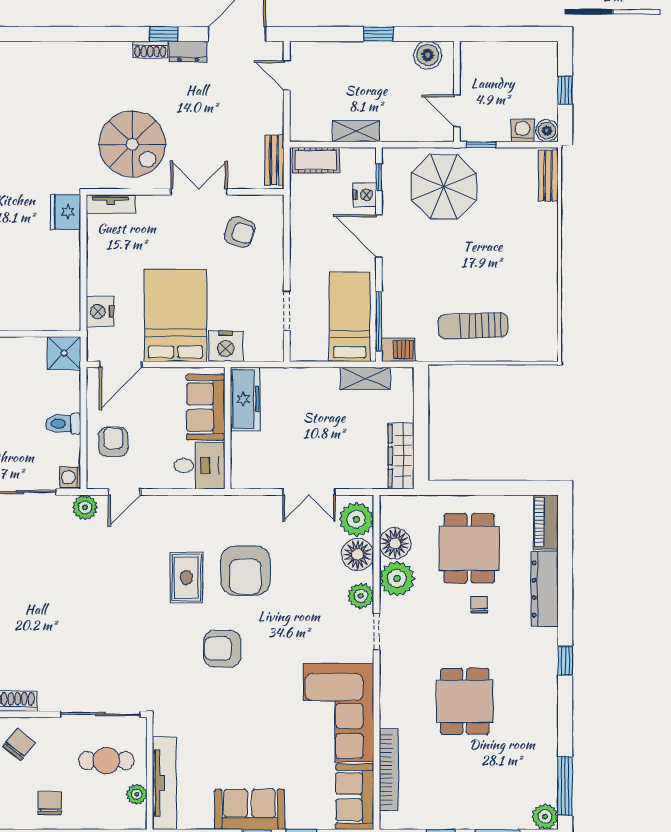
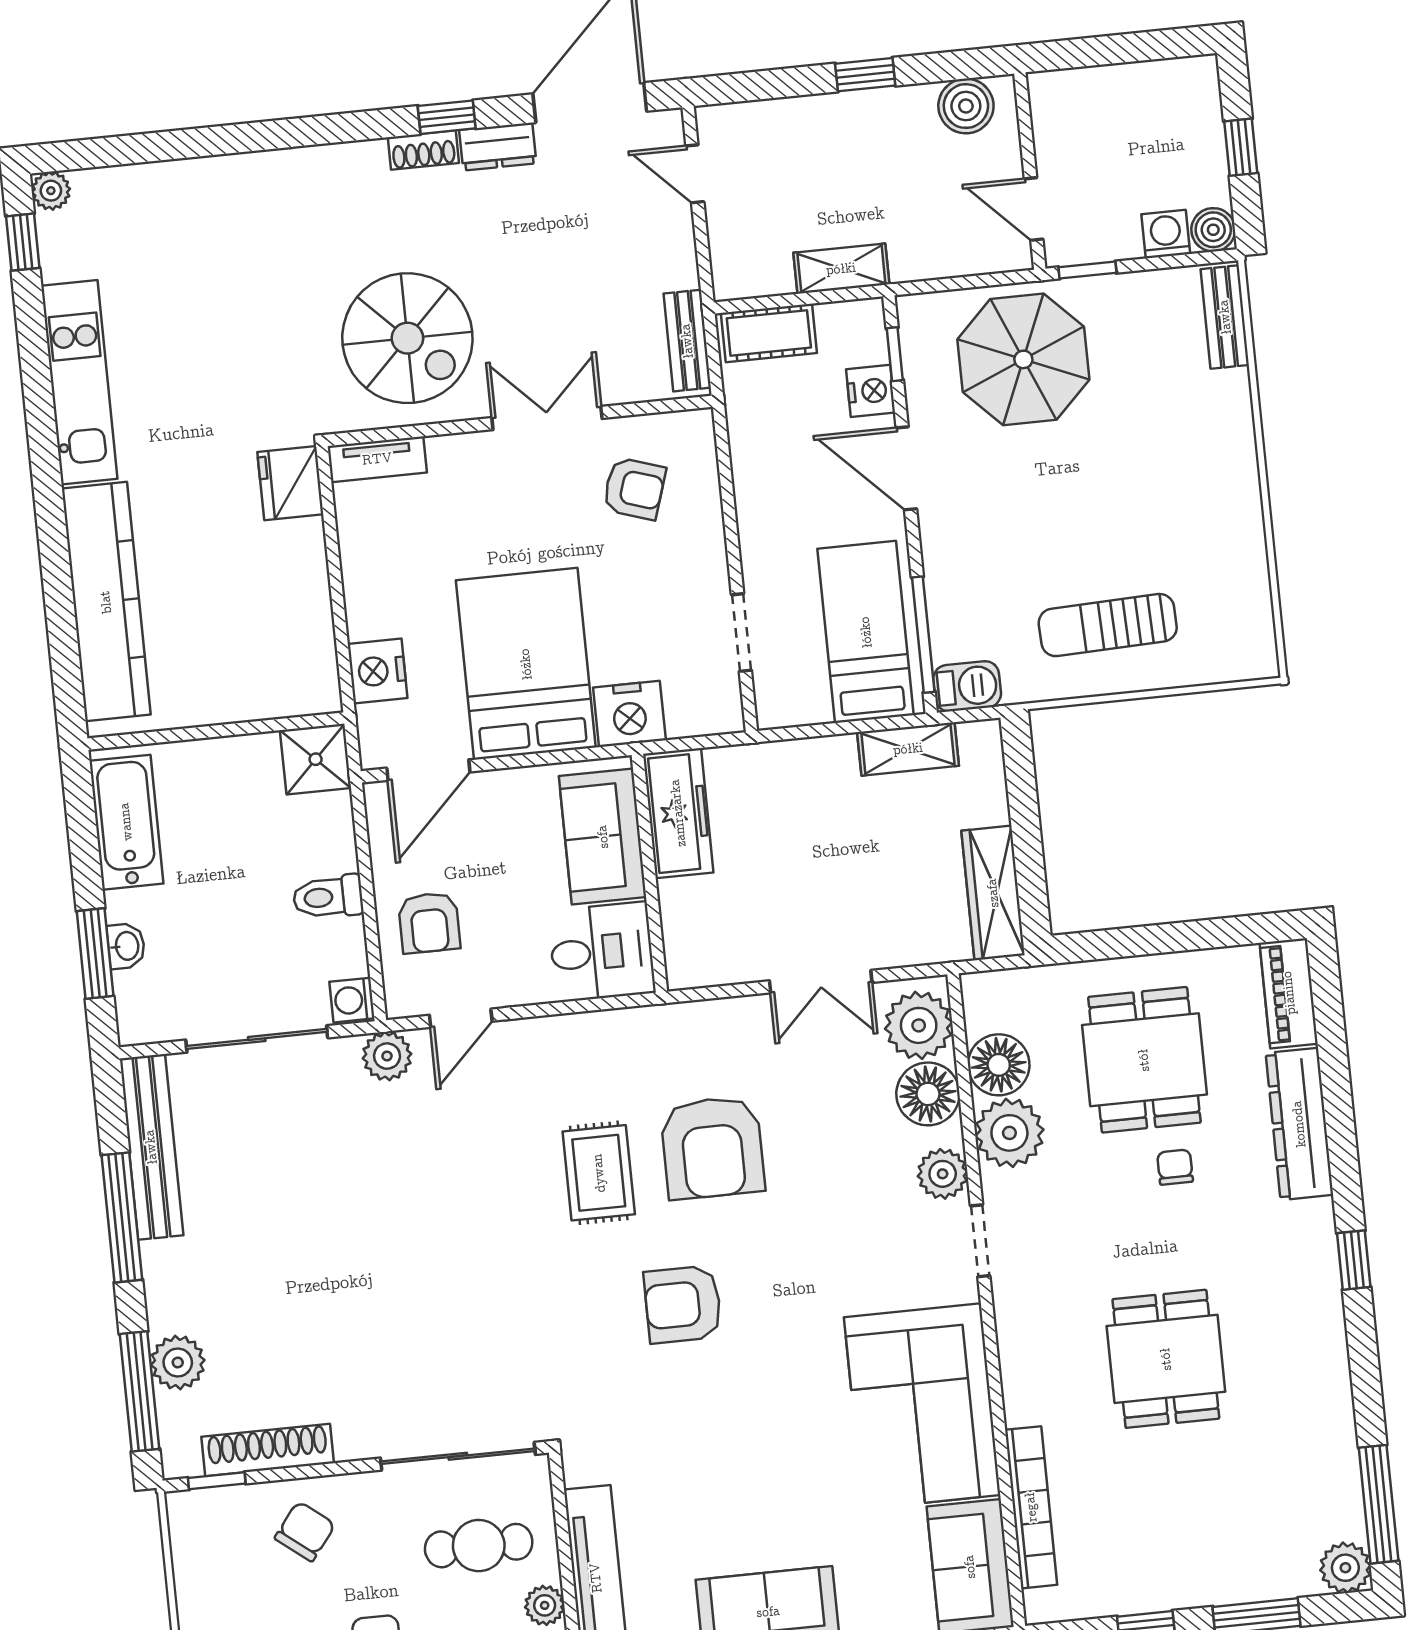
armchair: (113, 442) -> (429, 923), turned 180

